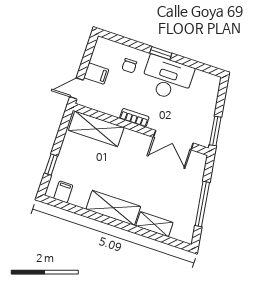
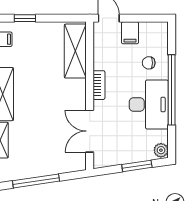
window: (161, 53) -> (172, 90), width x3.17
plant: (212, 81) -> (161, 150), added
window: (215, 131) -> (137, 166), moved

